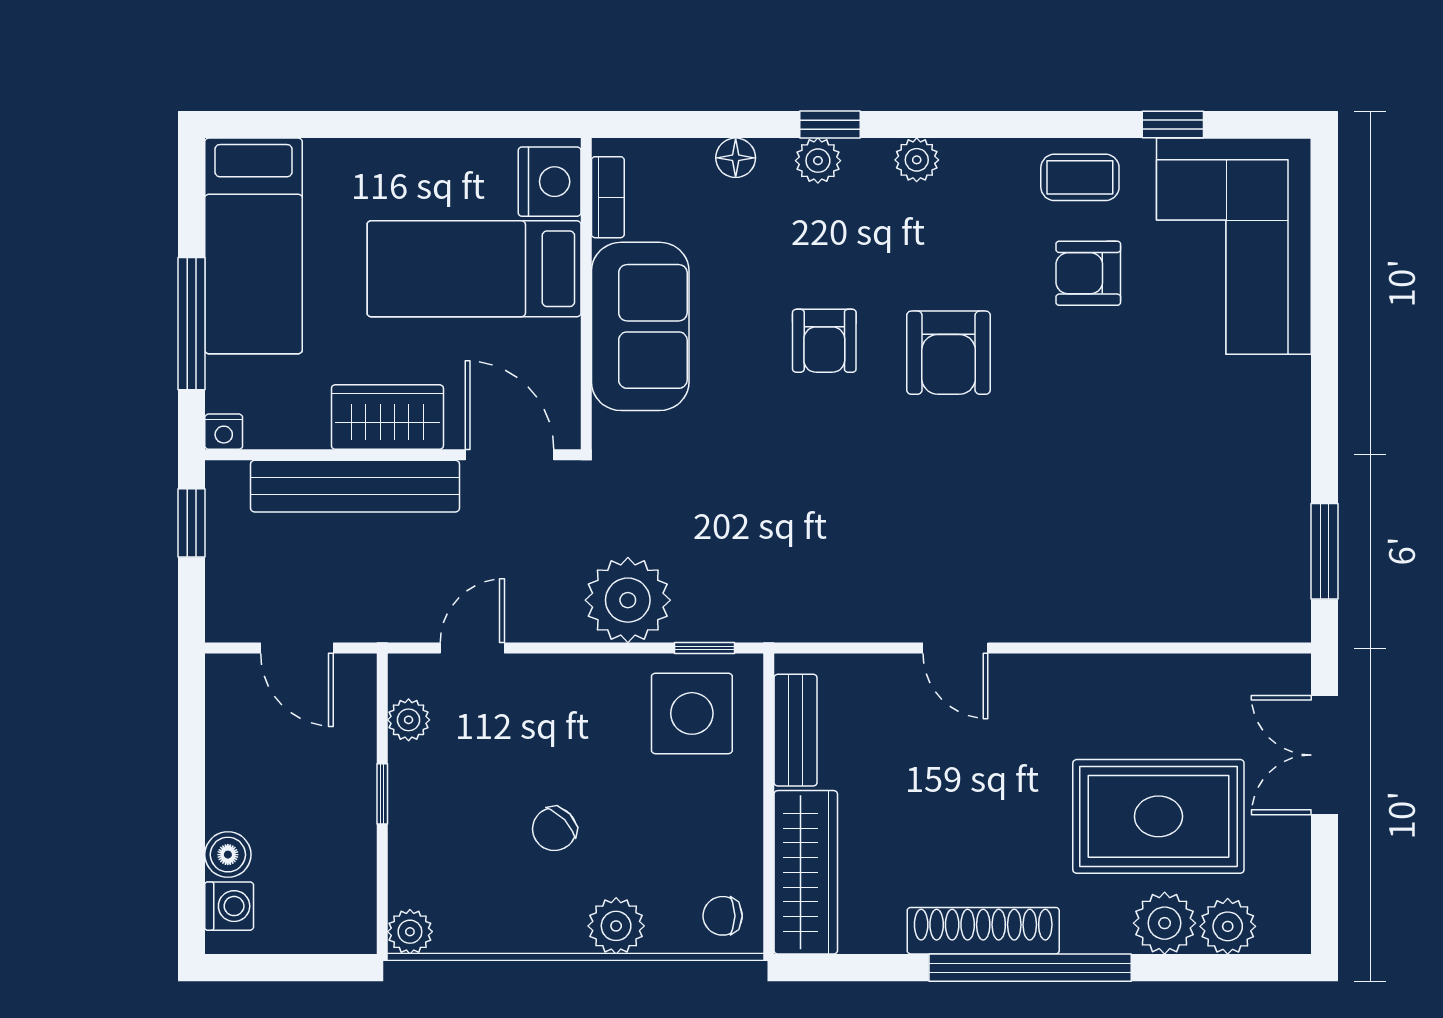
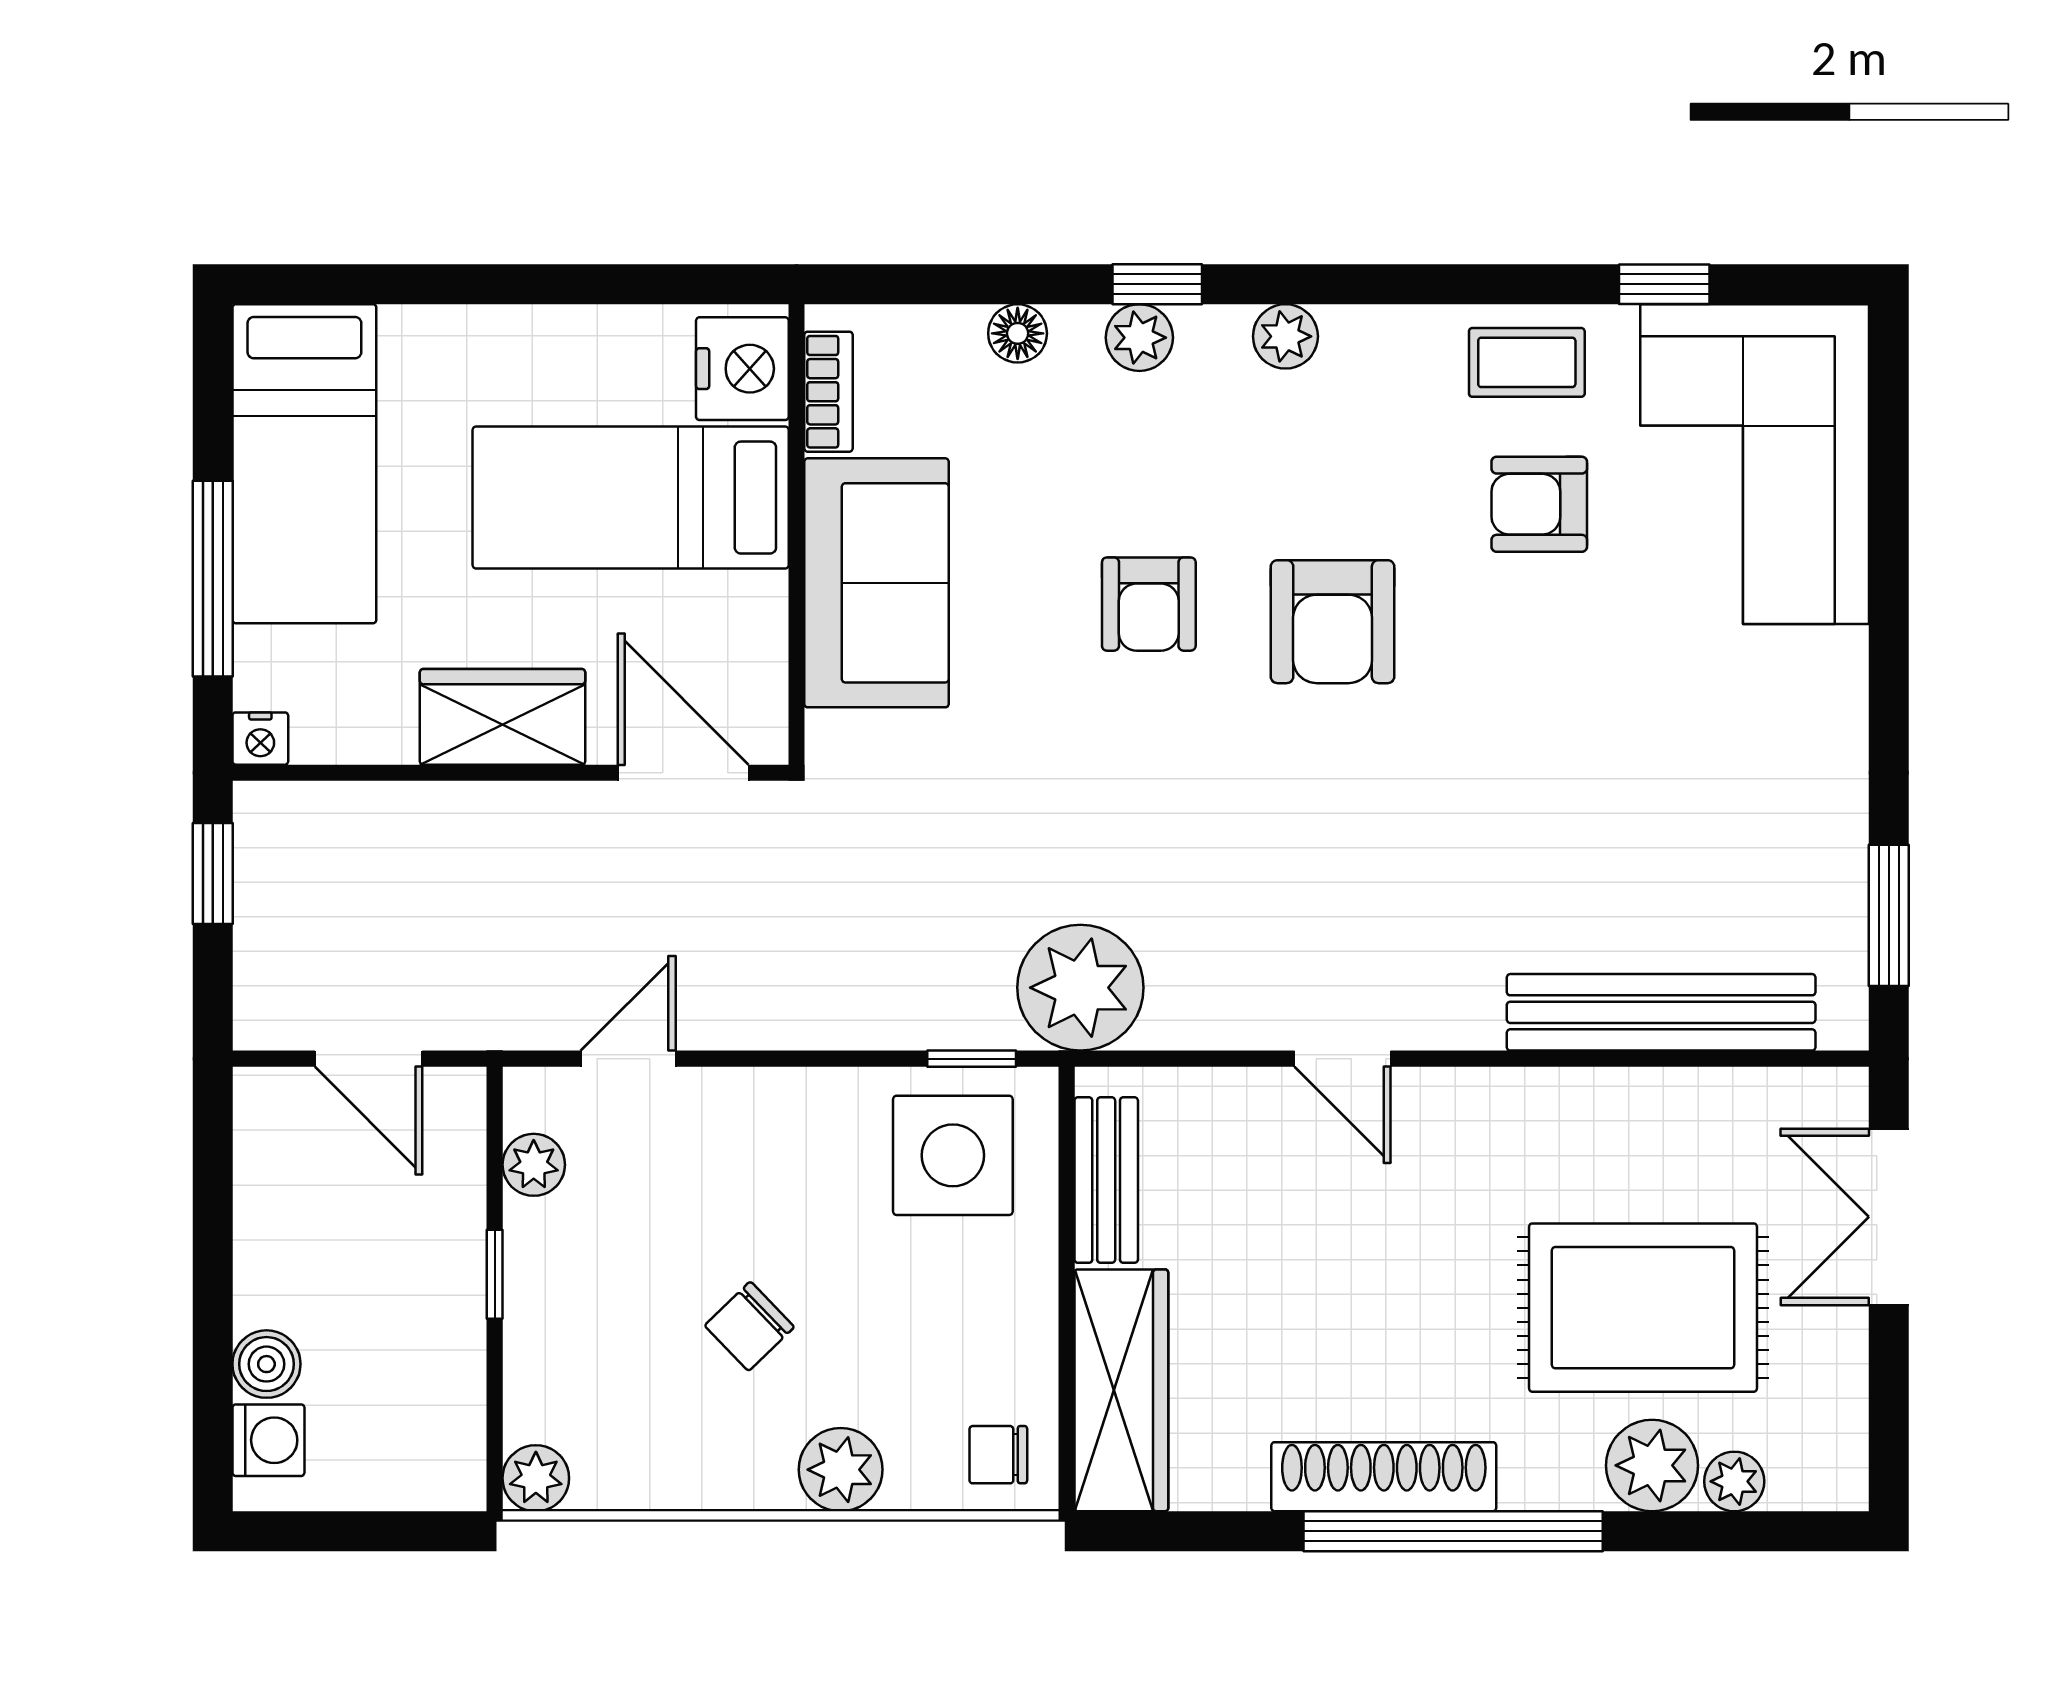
bench: (355, 486) -> (1661, 1012), moved
plant: (628, 600) -> (1080, 988), moved
plant: (1228, 926) -> (1734, 1481), width x0.73, depth x0.73

